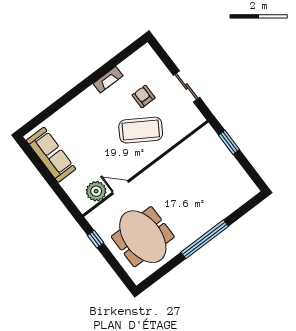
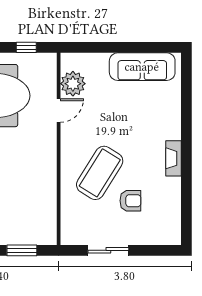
fireplace: (108, 80) -> (173, 158), moved

